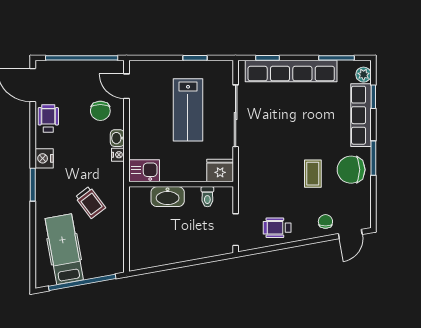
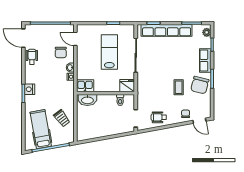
lab bench: (188, 110) -> (109, 52), turned 180
row of seats: (361, 115) -> (205, 60), width x0.68
nightstand: (44, 158) -> (30, 89), moved
chair: (351, 170) -> (200, 85), turned -76
washbasin: (168, 197) -> (87, 100), moved
trolley: (90, 202) -> (62, 118), moved
door: (350, 234) -> (199, 121), hinge flipped

